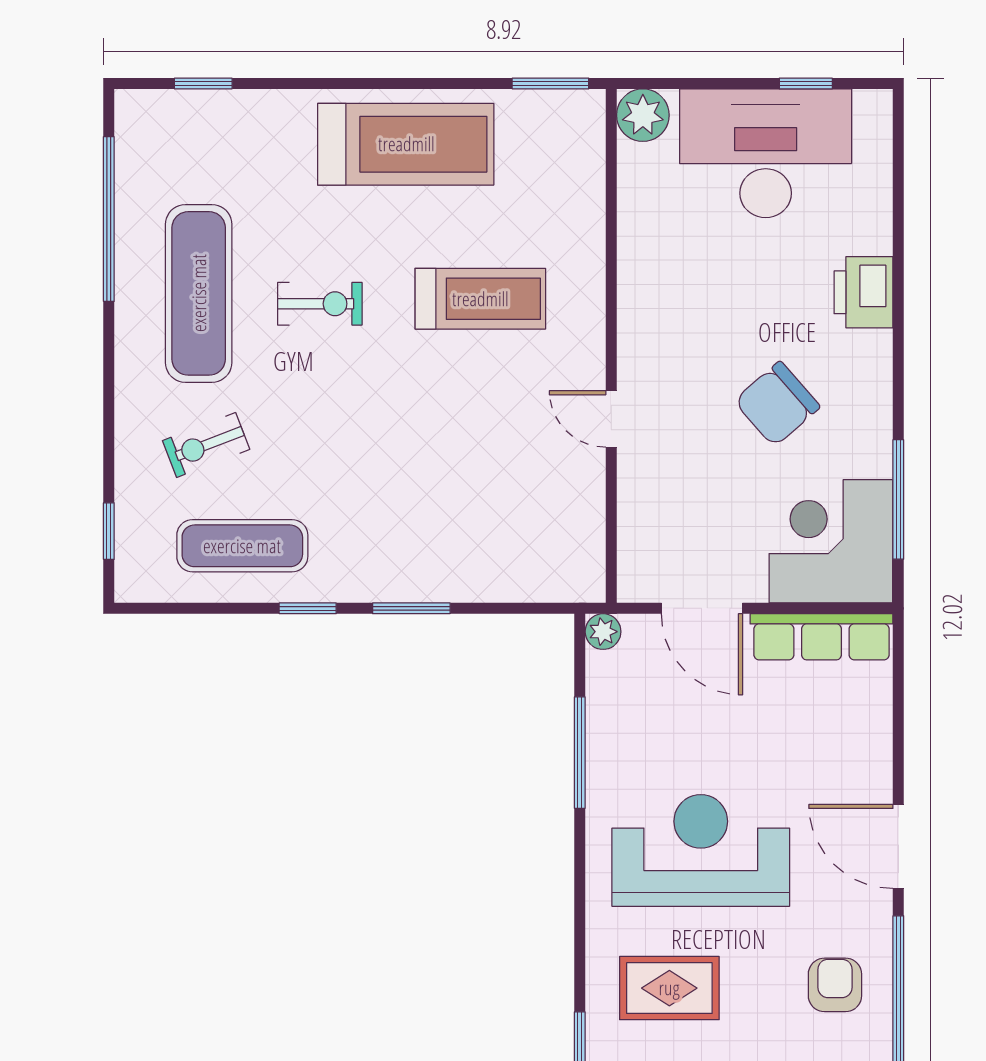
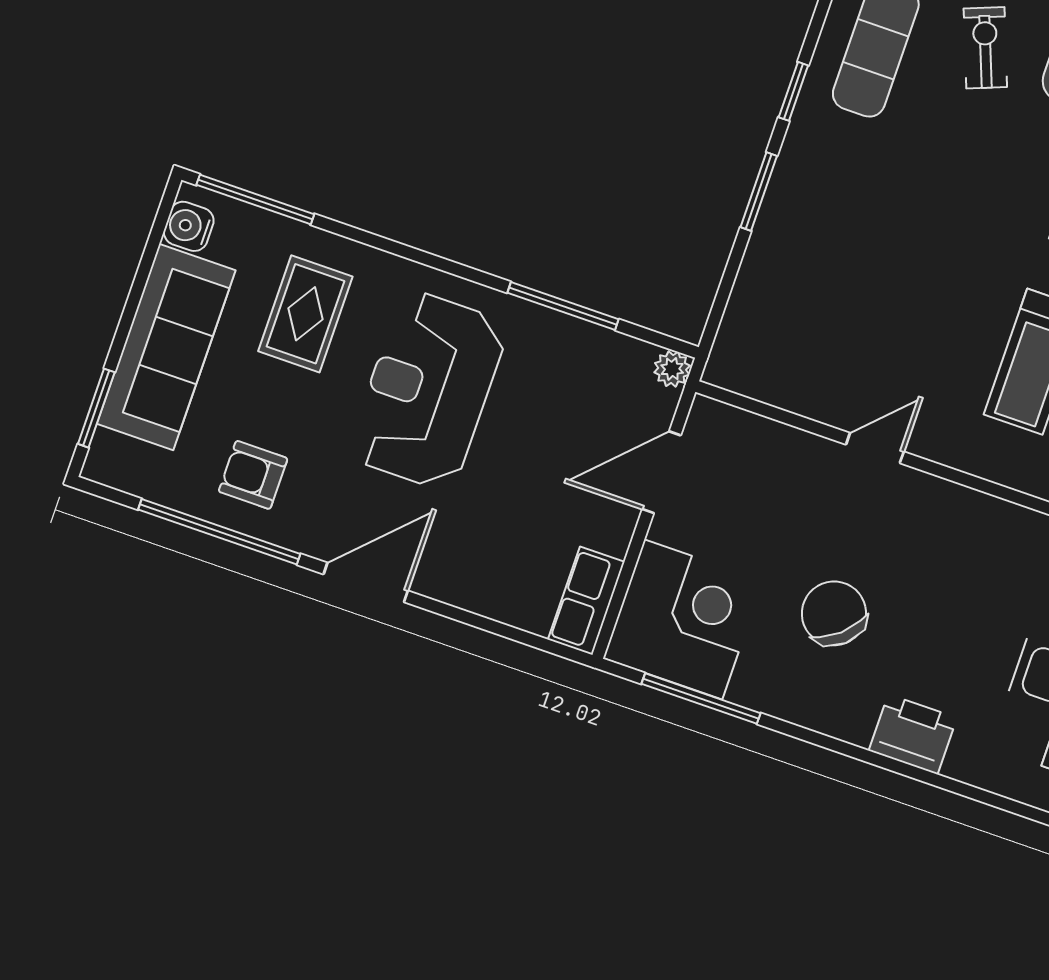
row of seats: (822, 637) -> (586, 601), width x0.68
reception desk: (701, 850) -> (428, 390), turned 180
armchair: (835, 985) -> (253, 475), turned 180

